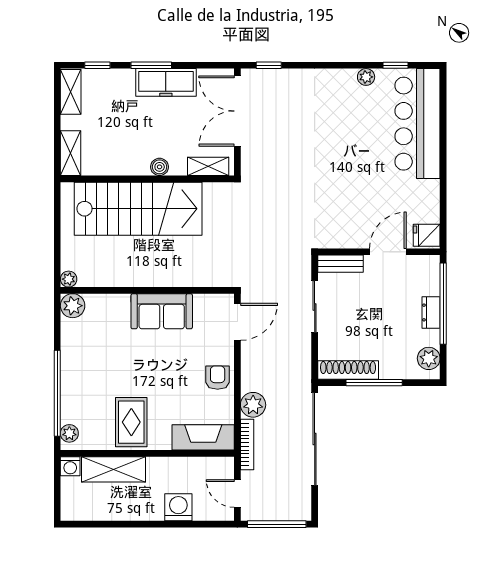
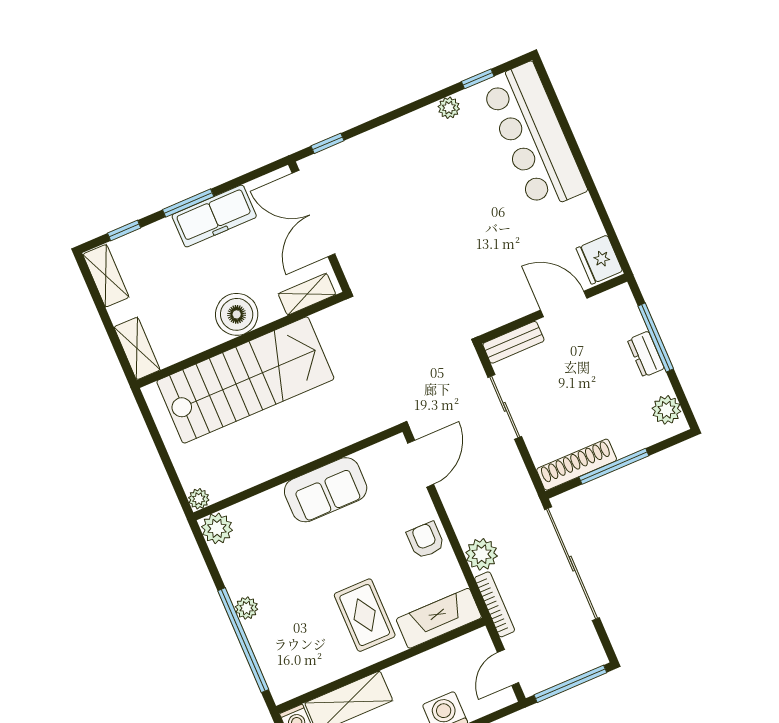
boiler: (160, 167) -> (237, 314), width x1.86, depth x1.86
fridge: (427, 235) -> (599, 260), width x1.38
door: (388, 252) -> (564, 304), hinge flipped
window: (443, 304) -> (656, 337), width x0.68
rug: (131, 422) -> (365, 615), moved
plant: (69, 433) -> (247, 608), moved
door: (237, 493) -> (508, 667), hinge flipped

